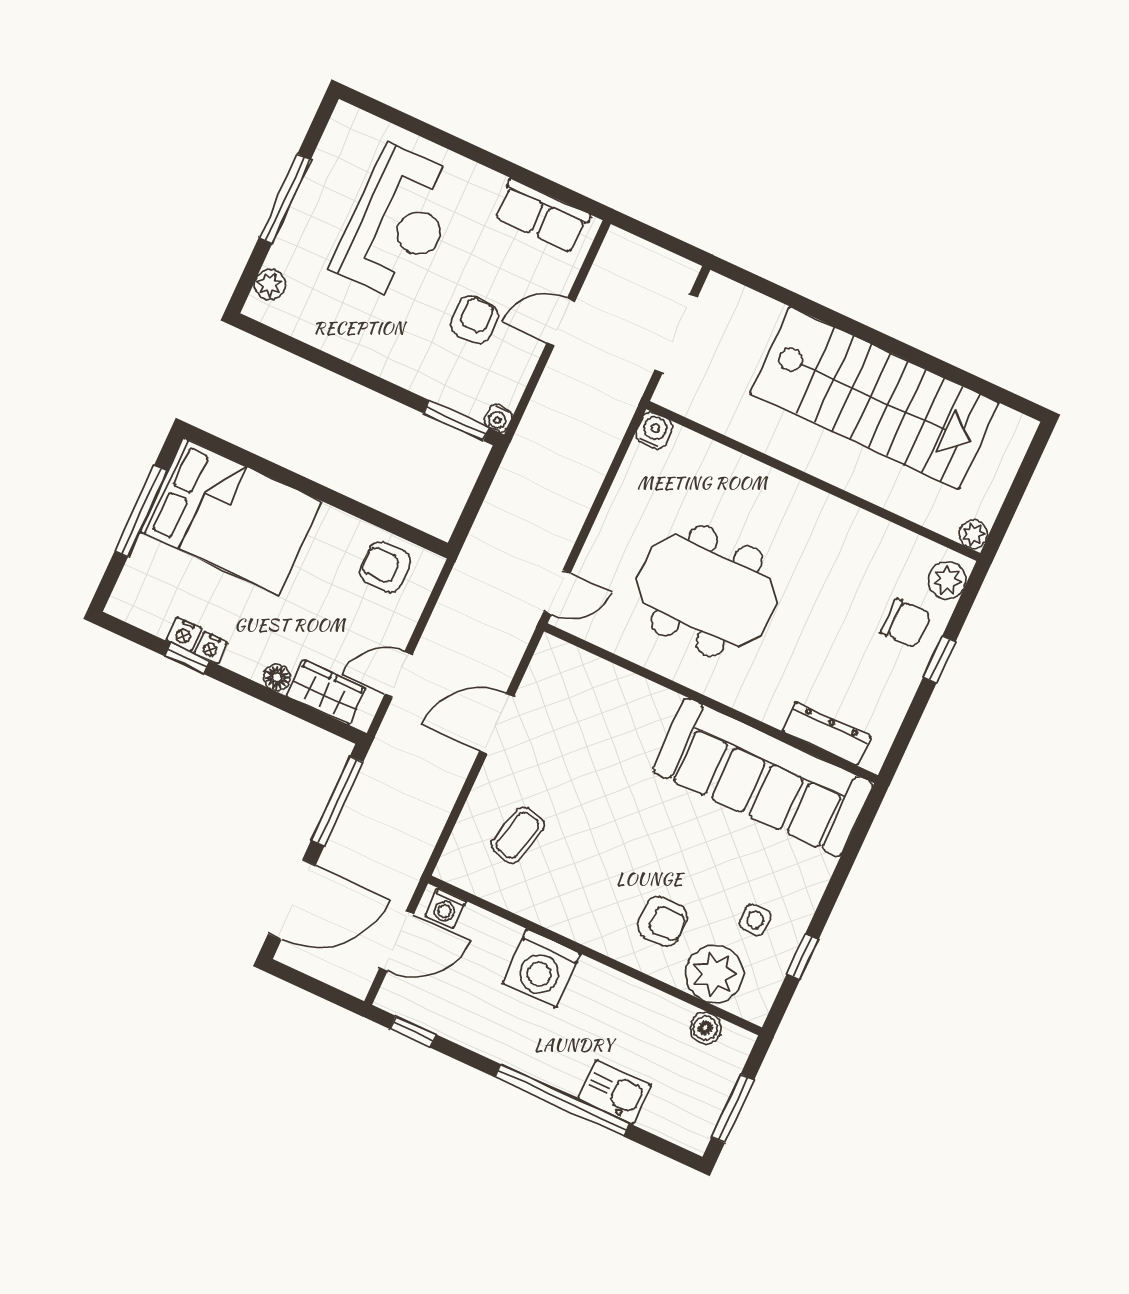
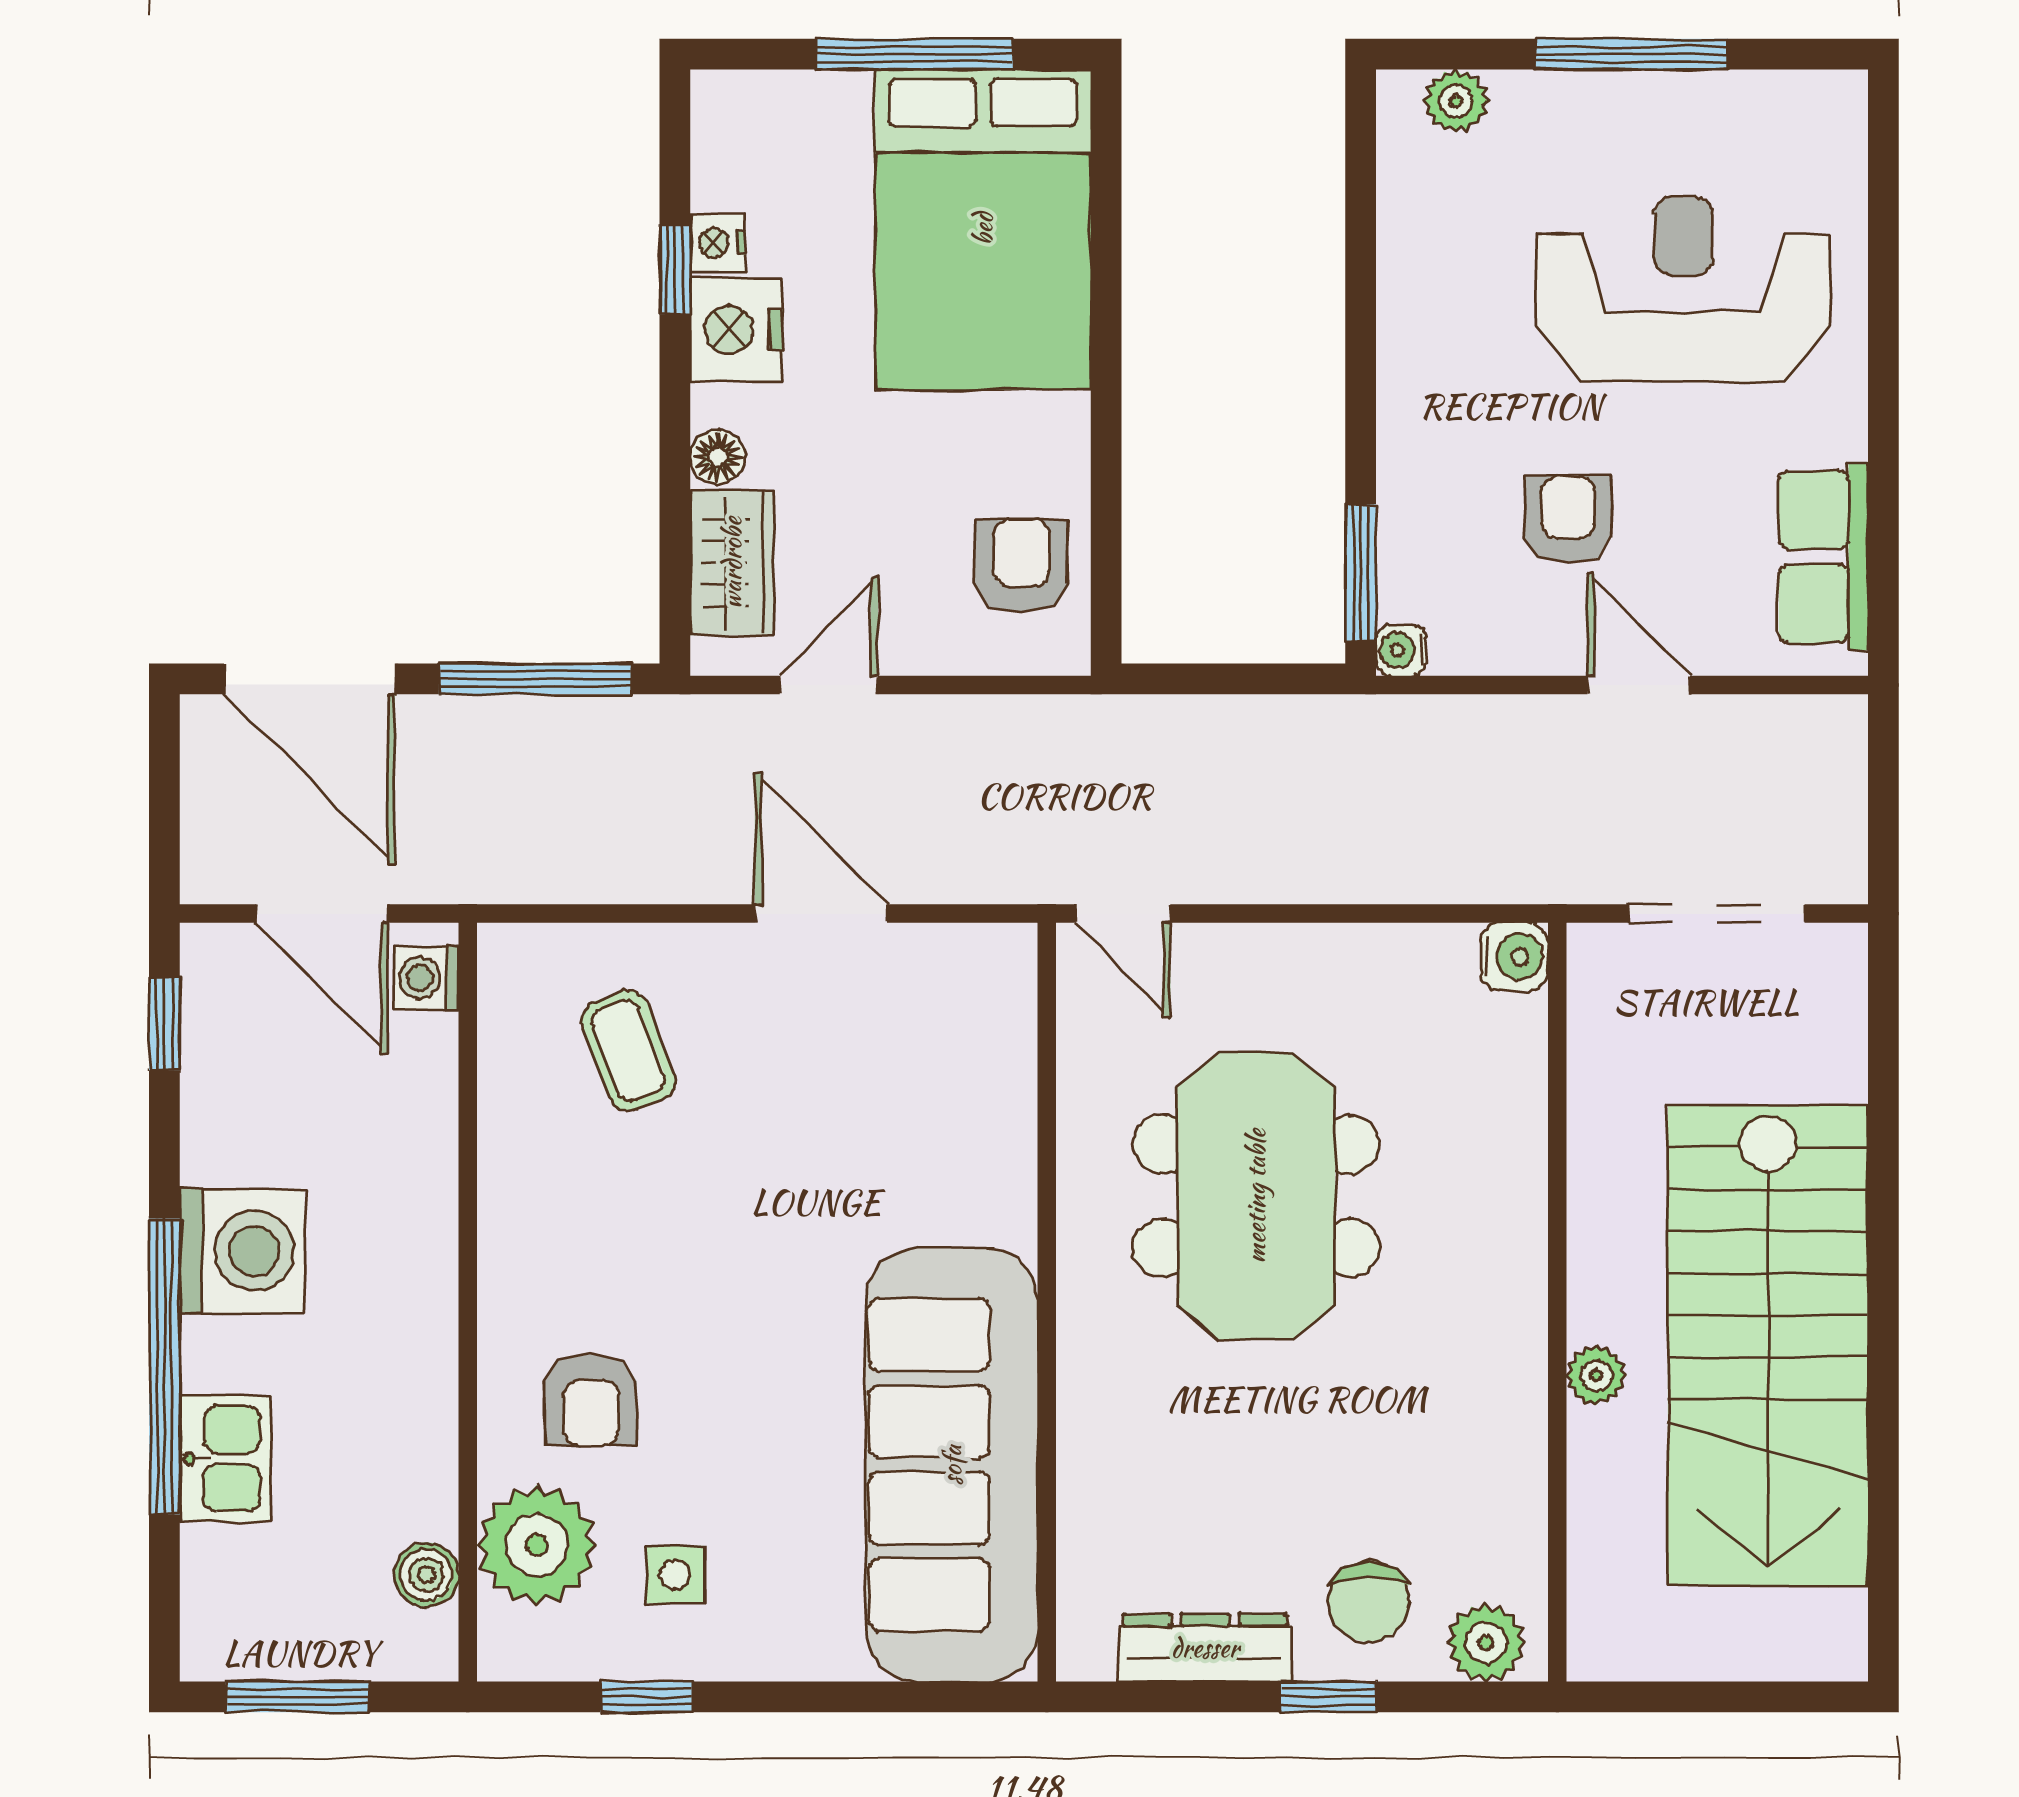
reception desk: (398, 223) -> (1683, 290), turned 180
armchair: (475, 320) -> (1568, 520), turned -90
plant: (973, 534) -> (1596, 1375), moved
nightstand: (211, 648) -> (736, 330), width x1.89, depth x1.79
door: (399, 675) -> (829, 685), hinge flipped
dresser: (826, 734) -> (1205, 1648), moved, turned -90
coffee table: (518, 835) -> (628, 1051), turned 55
washing machine: (542, 968) -> (242, 1251), moved, turned 180

